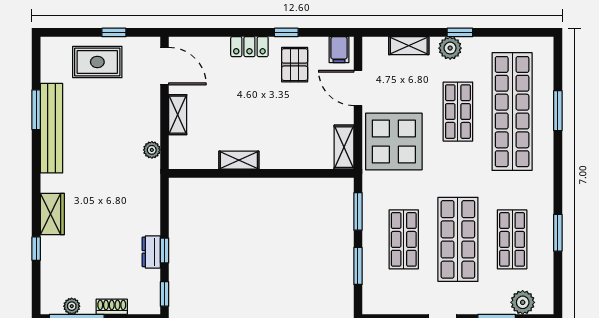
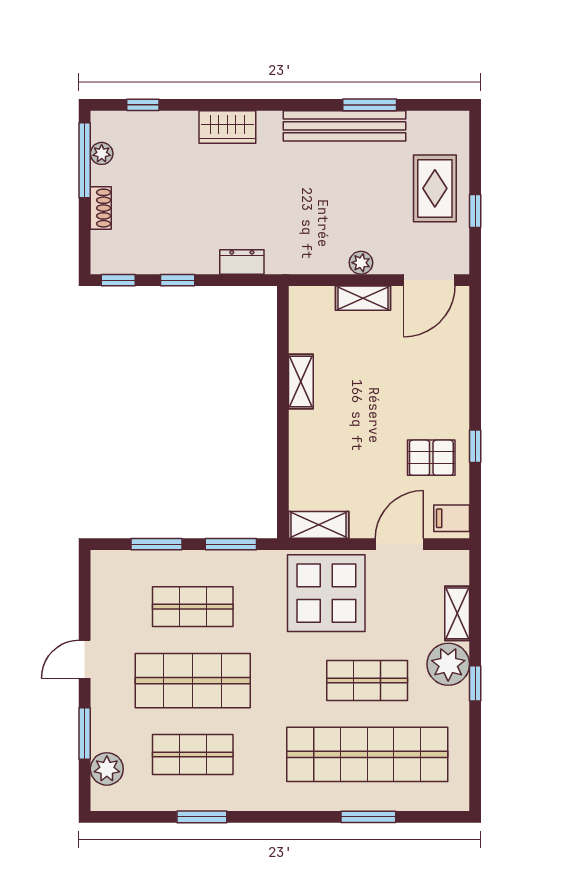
locker: (249, 47) -> (456, 396), removed
plant: (450, 48) -> (448, 664), width x1.36, depth x1.36
plant: (152, 150) -> (361, 263), moved
window: (36, 249) -> (143, 105), moved
dresser: (151, 252) -> (242, 262), moved

